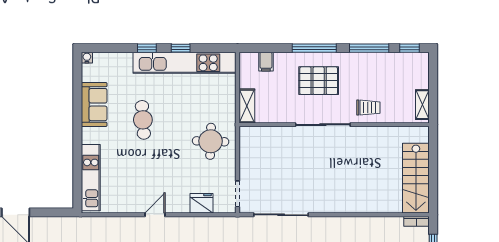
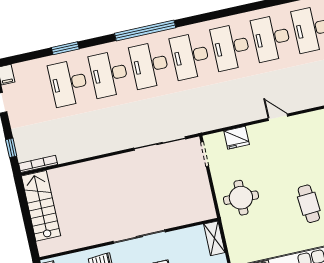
door: (155, 215) -> (278, 117), swing flipped
bookcase: (417, 221) -> (38, 164), width x1.56

